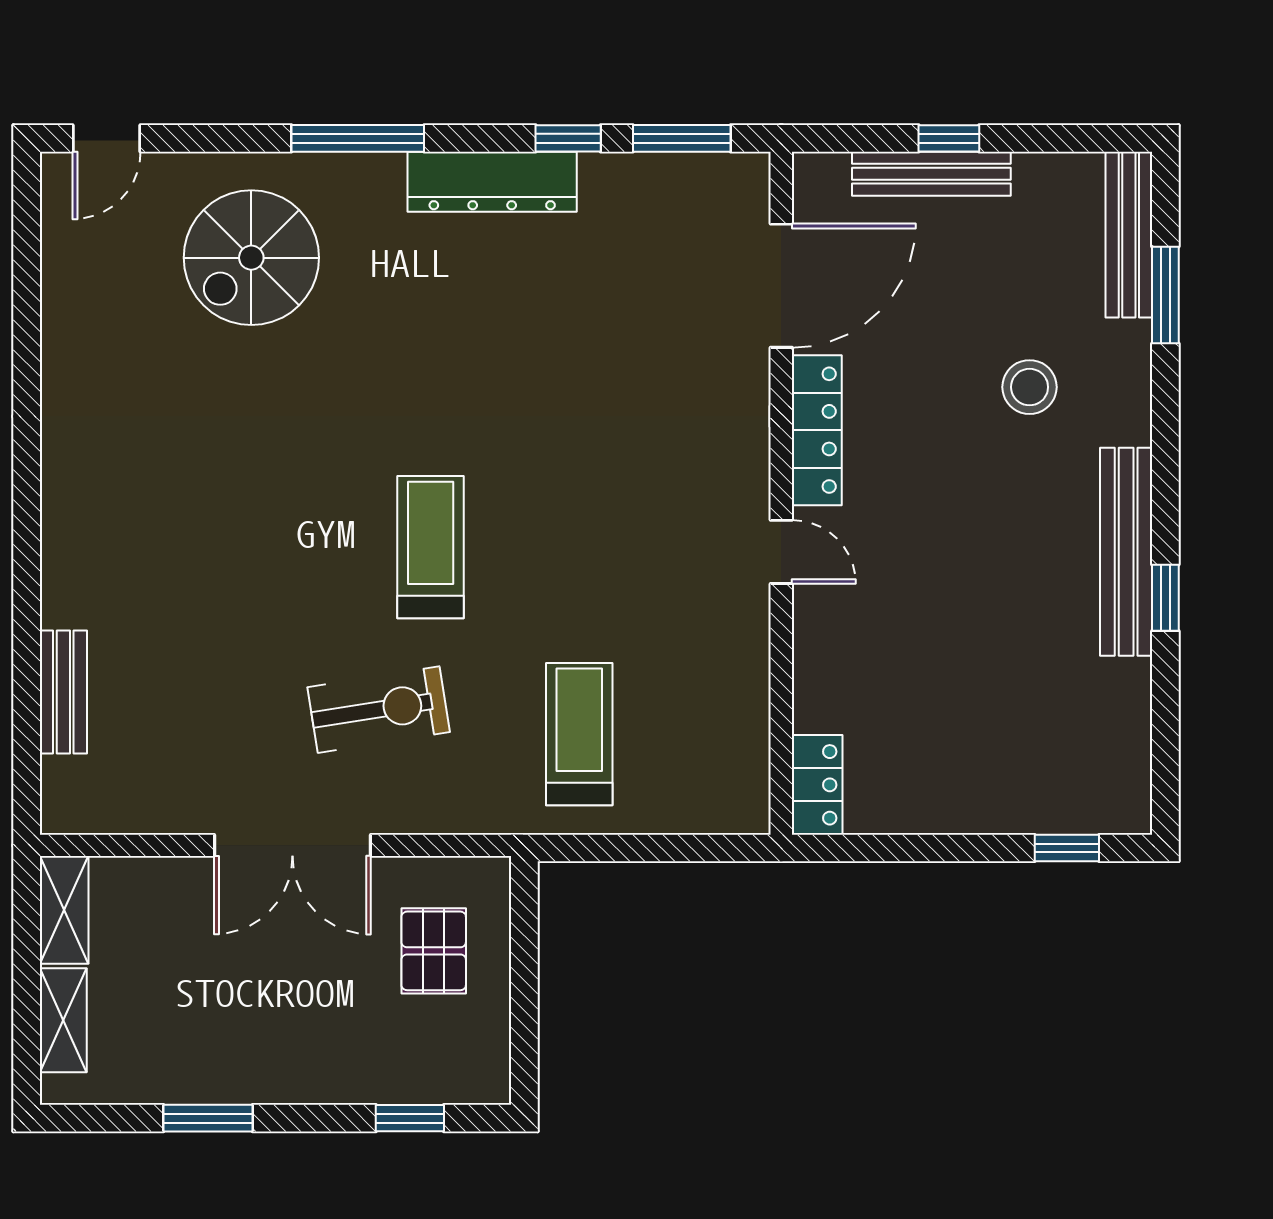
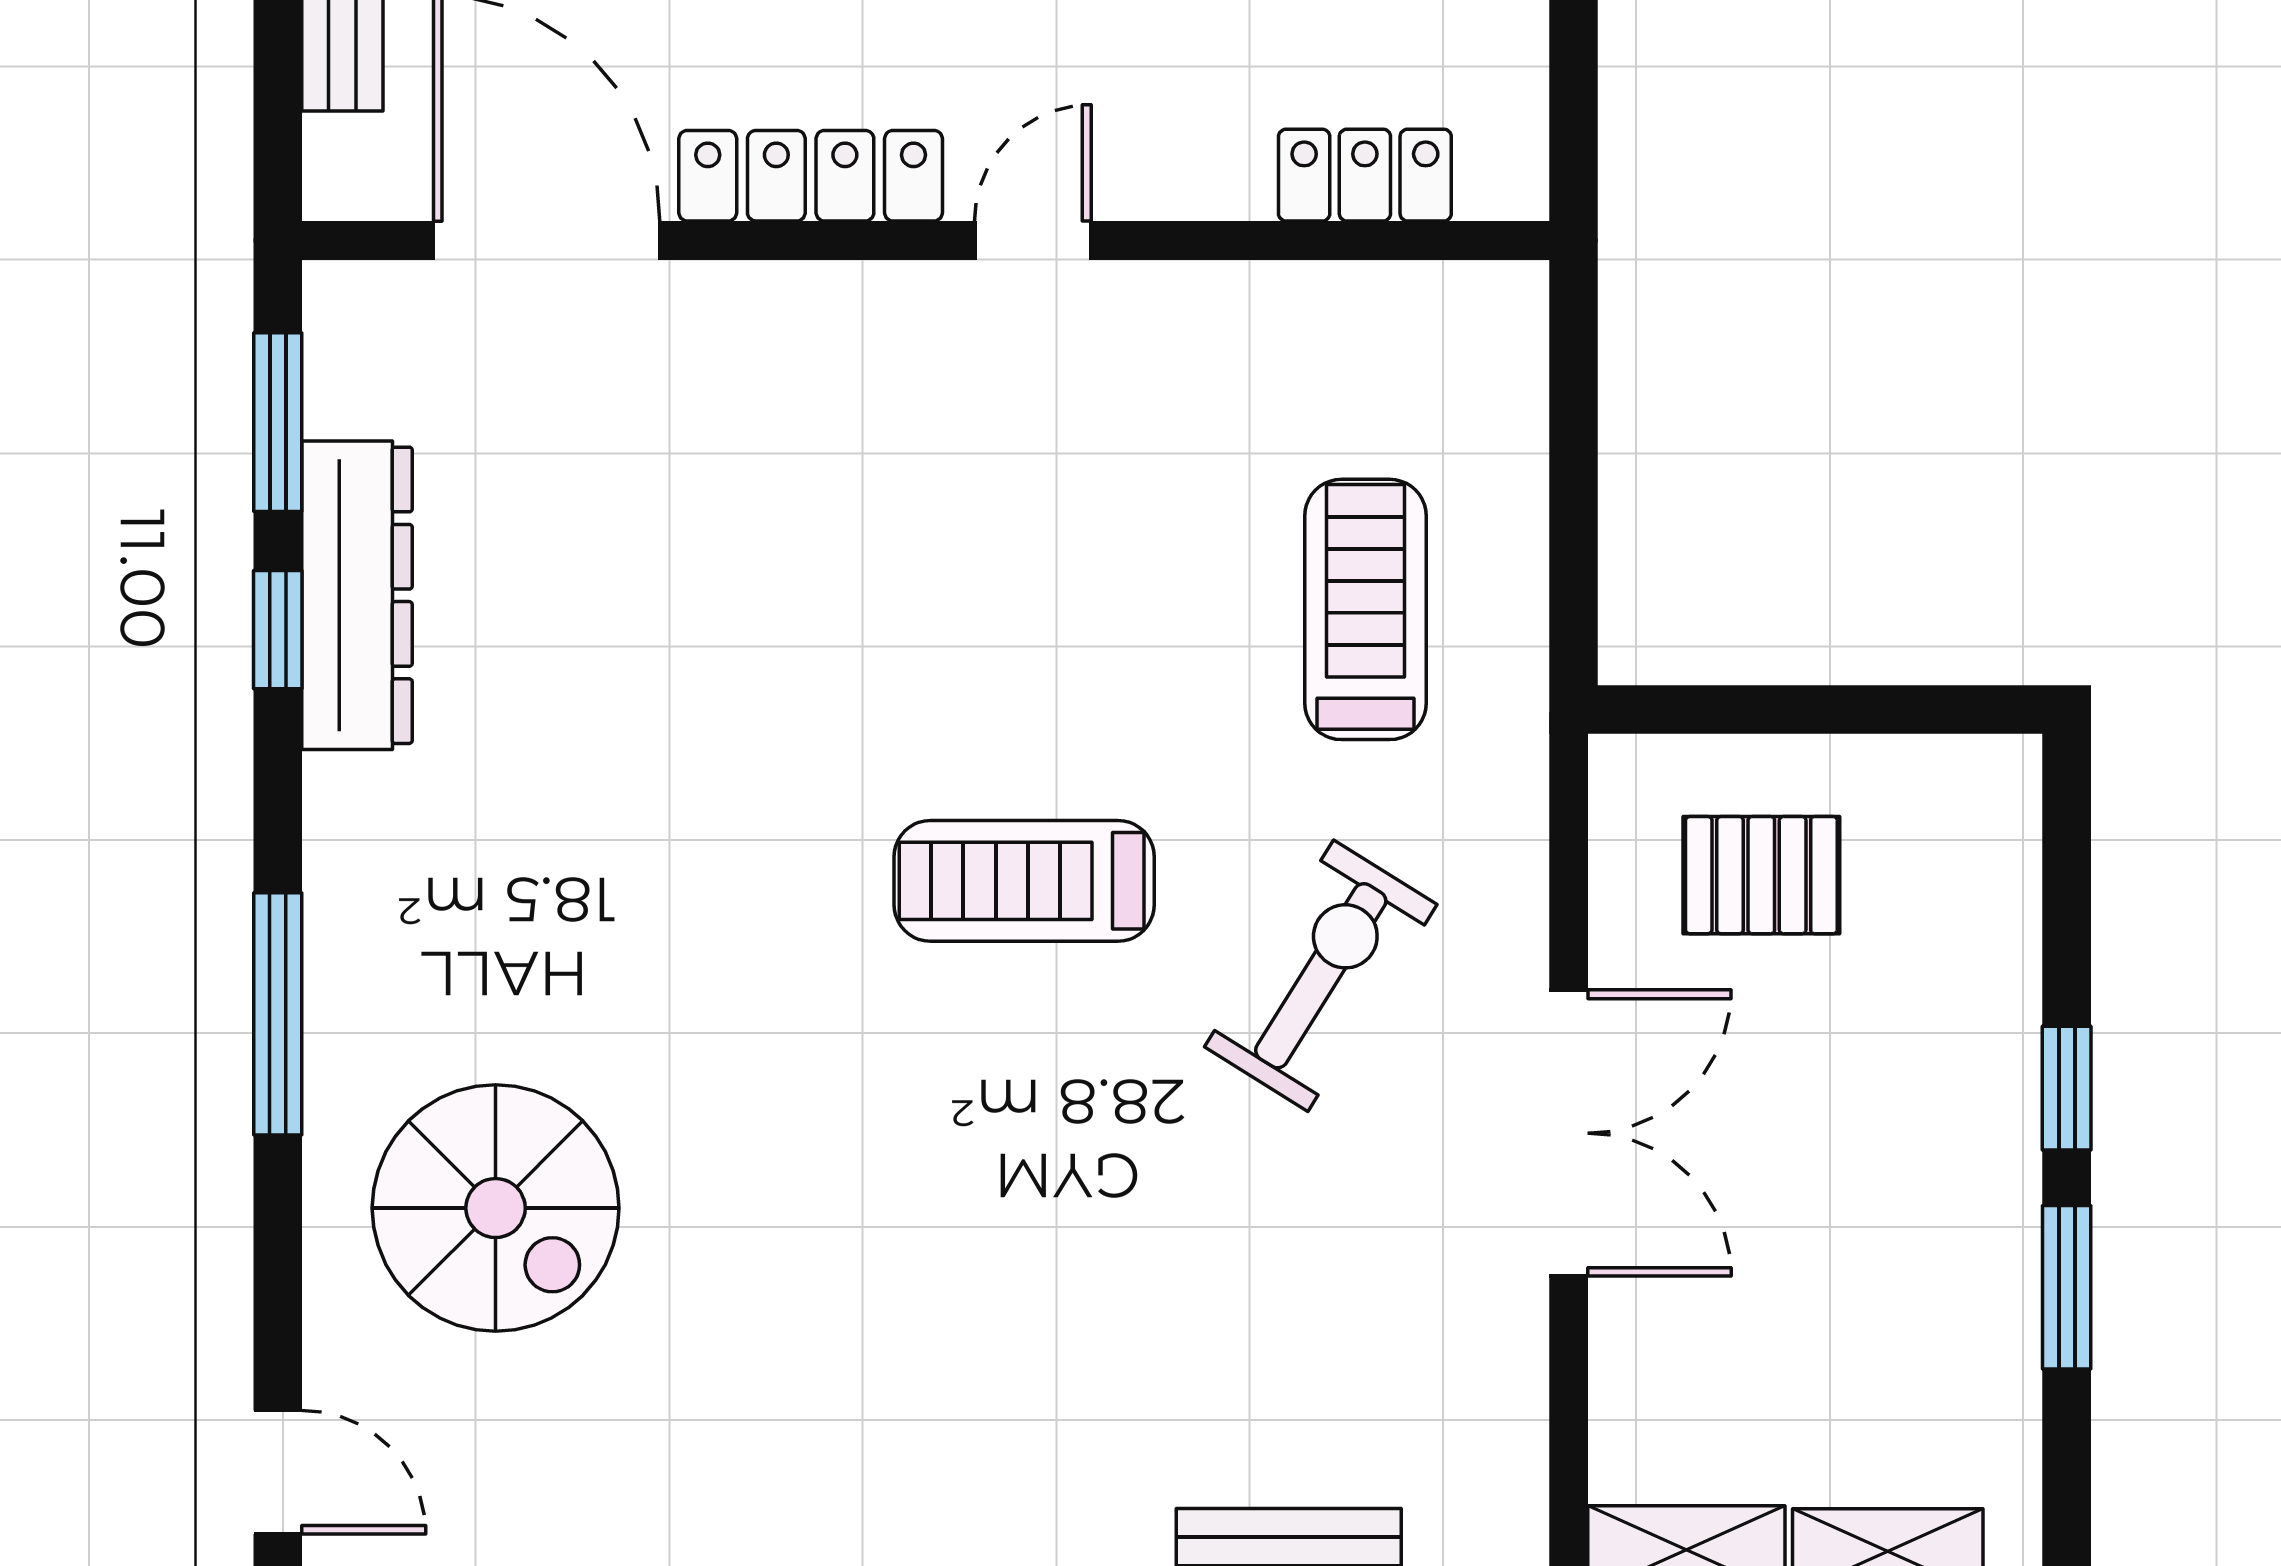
dresser: (492, 182) -> (357, 595), moved
exercise bike: (379, 710) -> (1321, 976), turned 41
treadmill: (579, 734) -> (1366, 609), turned 90
locker: (817, 785) -> (1365, 175), moved
window: (410, 1118) -> (2067, 1088), moved

